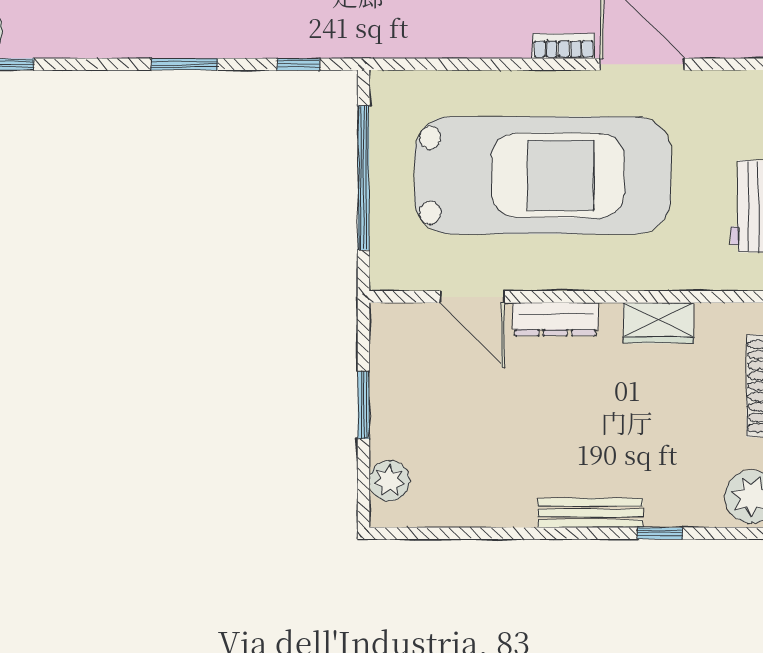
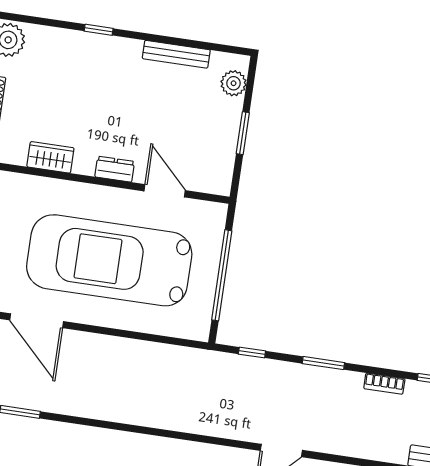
bookcase: (564, 46) -> (384, 384), moved
dresser: (555, 319) -> (115, 169), width x0.70
bench: (590, 513) -> (176, 54), moved
window: (660, 533) -> (99, 30), moved

